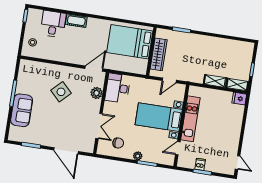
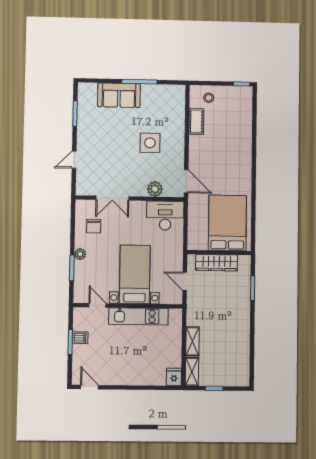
cot: (76, 21) -> (196, 122), moved
desk: (53, 24) -> (236, 121), removed
side table: (61, 92) -> (150, 143), turned 45
door: (66, 151) -> (74, 160), width x0.53
door: (238, 162) -> (89, 387), swing flipped

